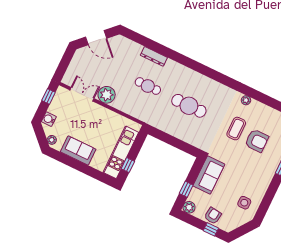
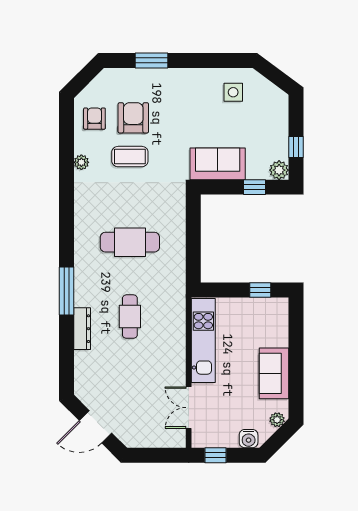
door: (96, 38) -> (96, 427), swing flipped
window: (179, 58) -> (67, 291), added
plant: (107, 95) -> (172, 371), removed
cafe table: (189, 106) -> (130, 242), turned 90
kitchen unit: (121, 152) -> (203, 340), moved, turned -90
armchair: (213, 216) -> (94, 119), moved, turned 83
window: (211, 229) -> (296, 147), moved

